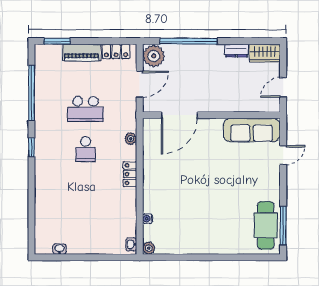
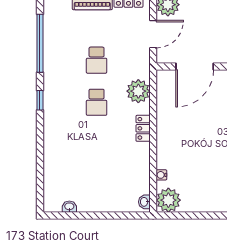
school desk: (86, 109) -> (97, 60), width x0.54
plant: (131, 139) -> (138, 91), width x1.88, depth x1.88
plant: (149, 248) -> (168, 200), width x1.88, depth x1.88

